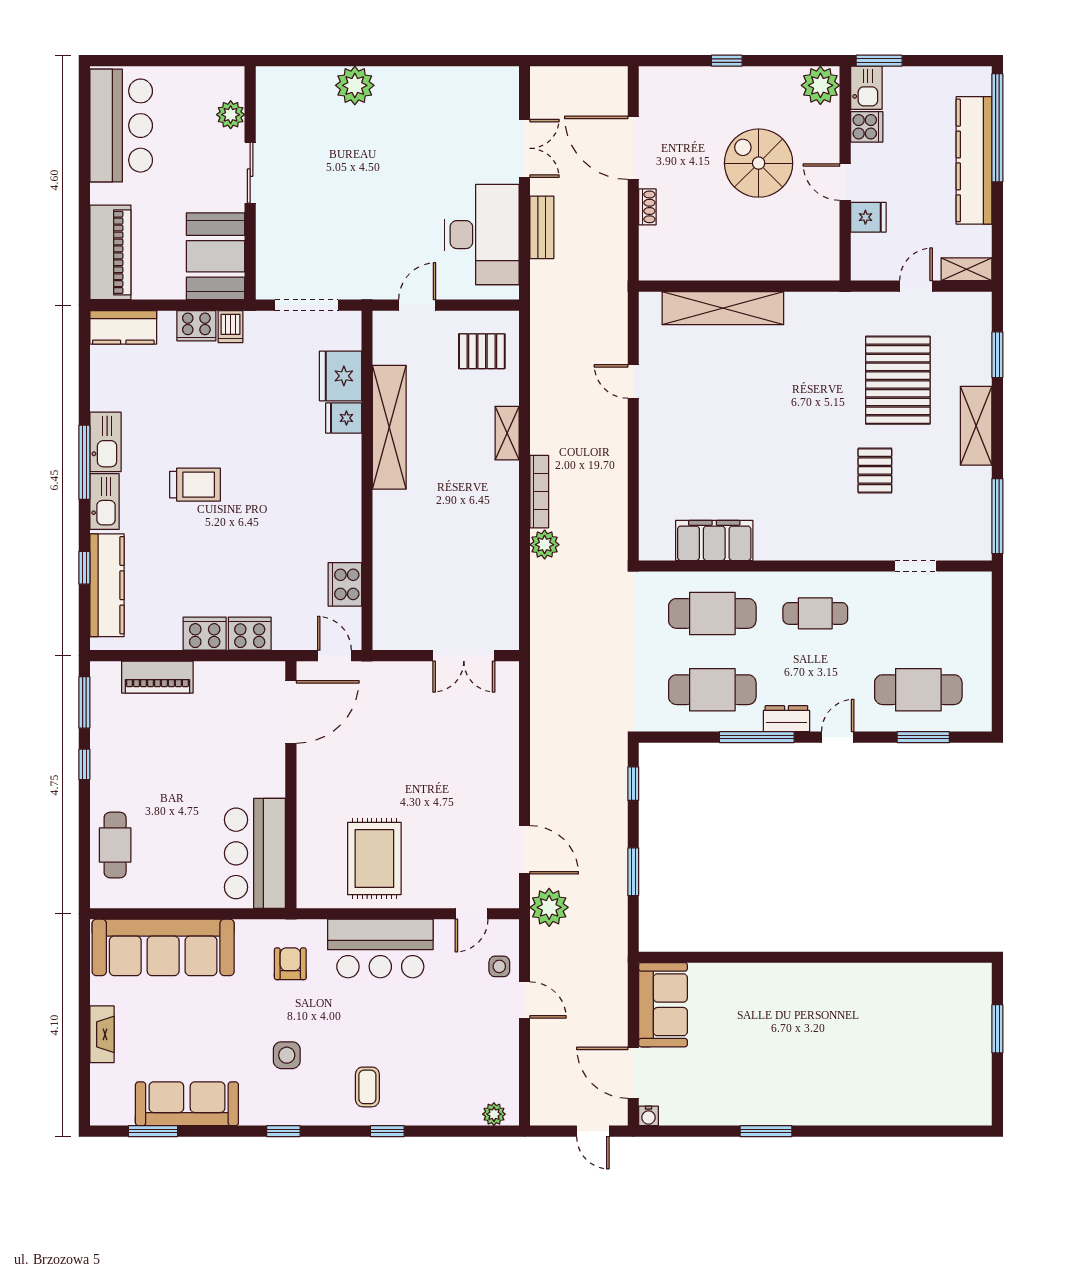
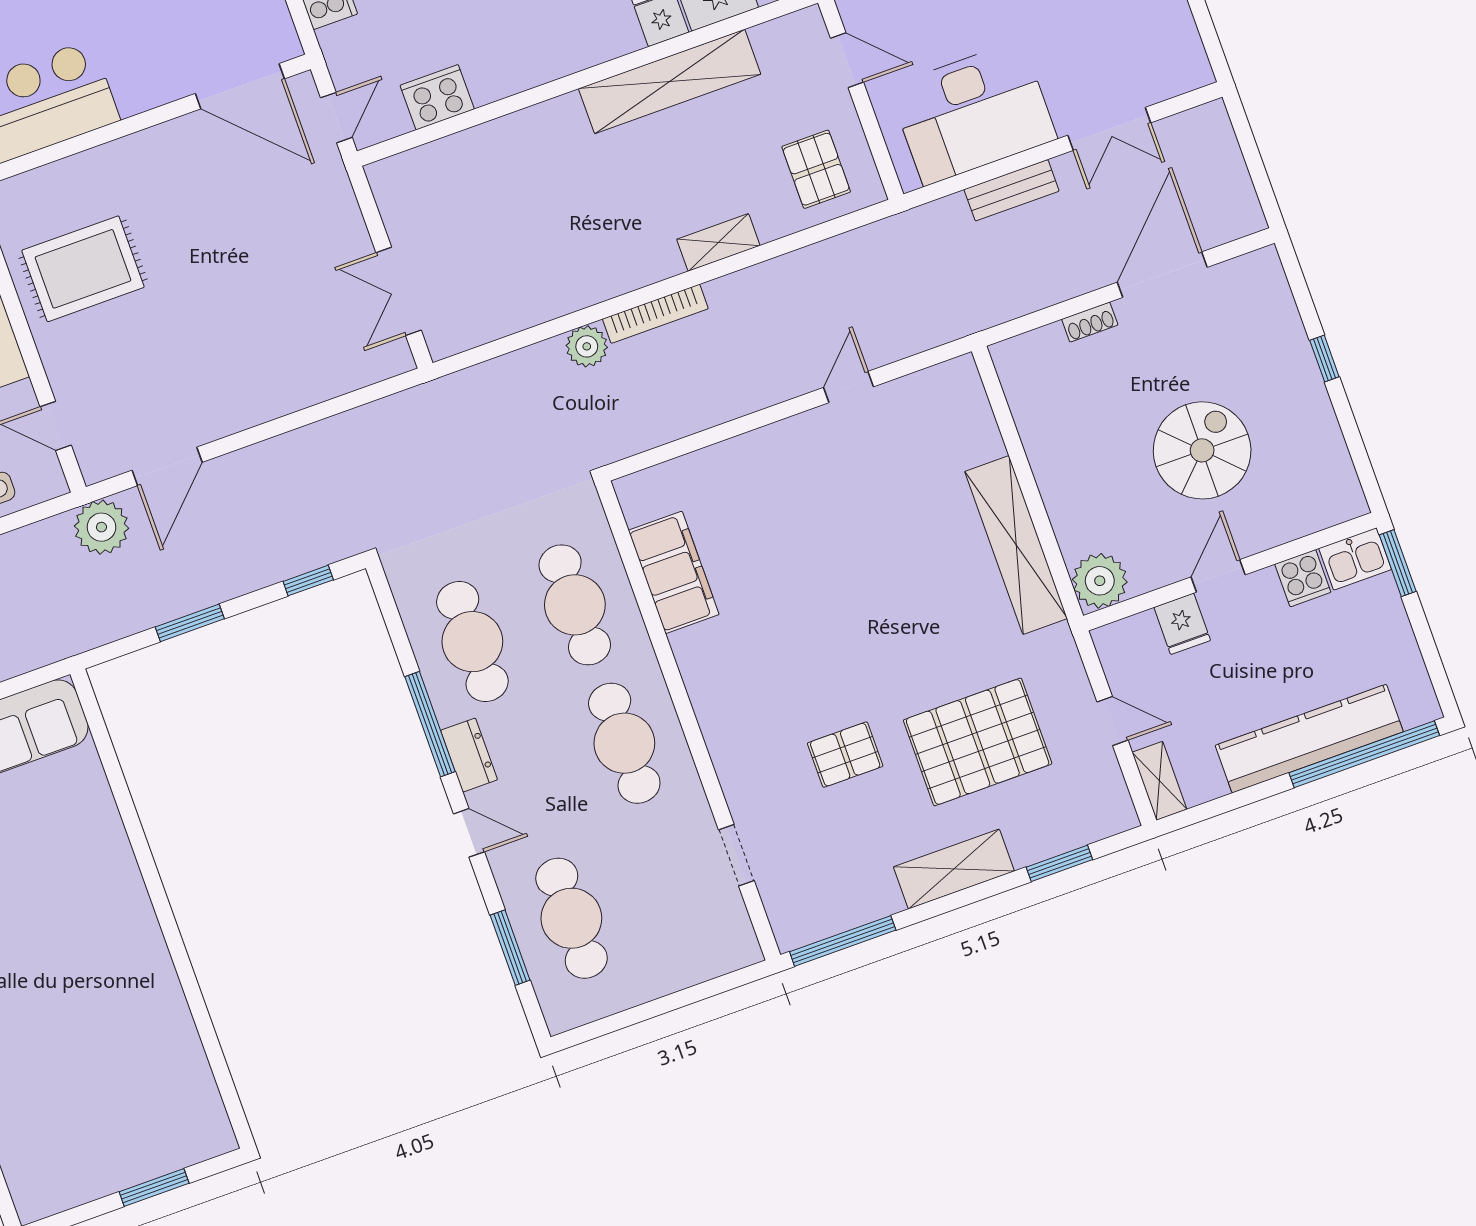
plant: (820, 85) -> (1100, 581), moved
shelving: (723, 308) -> (1016, 545), moved
cafe table: (815, 613) -> (624, 743), width x1.37, depth x1.35

